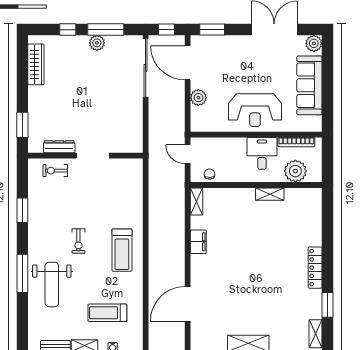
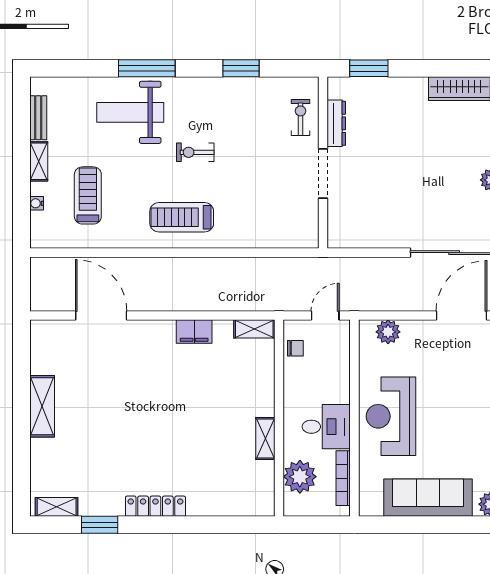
plant: (198, 98) -> (388, 332), moved

